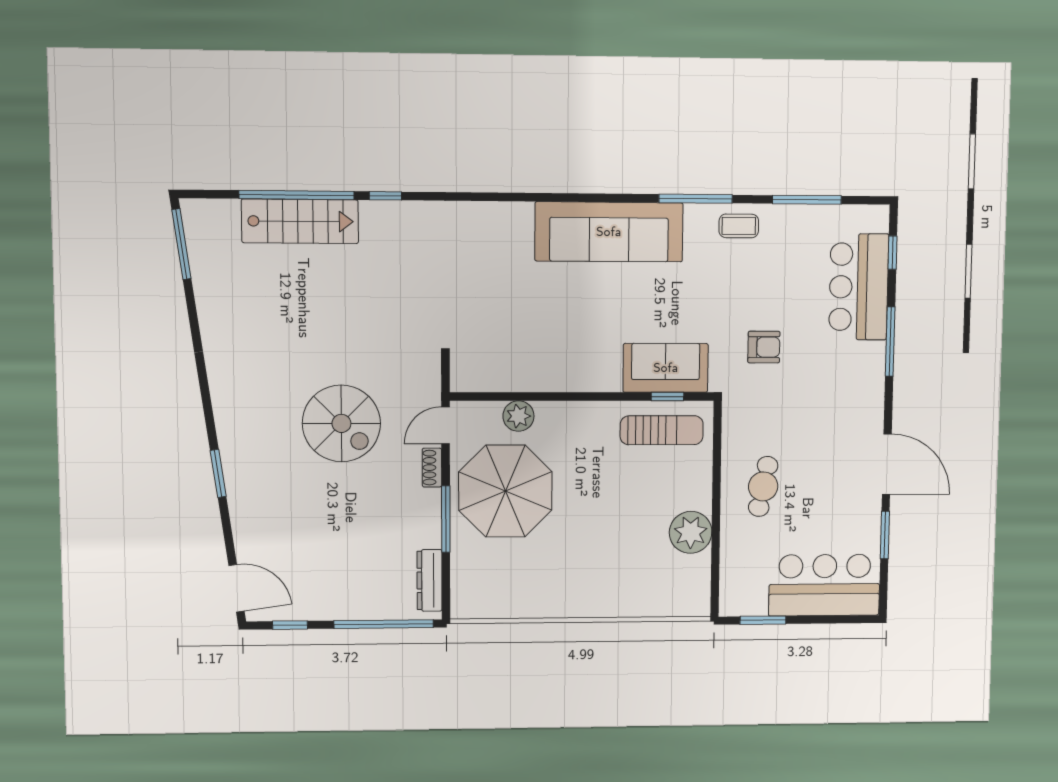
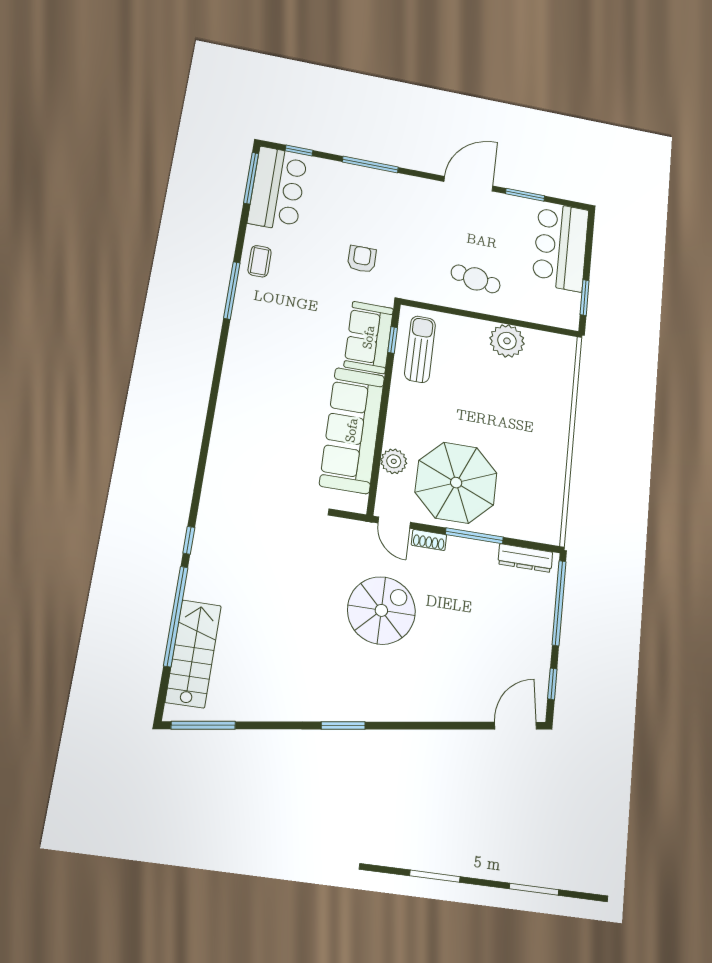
window: (807, 200) -> (251, 178), moved
stairs: (300, 221) -> (193, 654), moved
sofa: (609, 232) -> (352, 430), moved, turned 180
bar counter: (859, 287) -> (278, 189), moved, turned -90
window: (218, 473) -> (343, 725), moved

